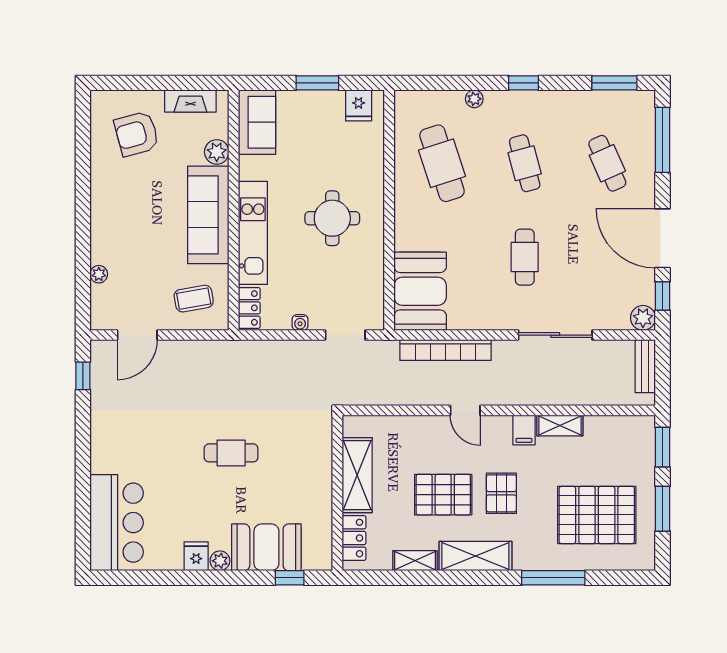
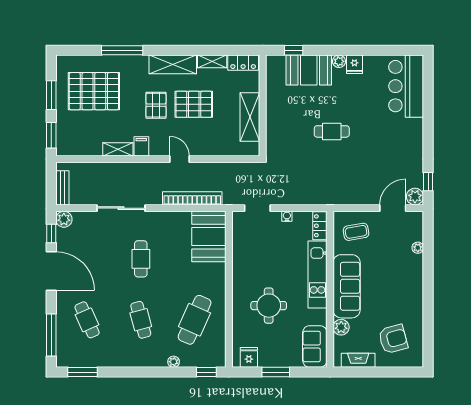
window: (523, 83) -> (206, 372), moved
cafe table: (442, 163) -> (195, 320), turned 42
round table: (332, 218) -> (269, 306), moved
plant: (103, 353) -> (415, 197), added
locker: (354, 538) -> (243, 63), moved, turned -90

